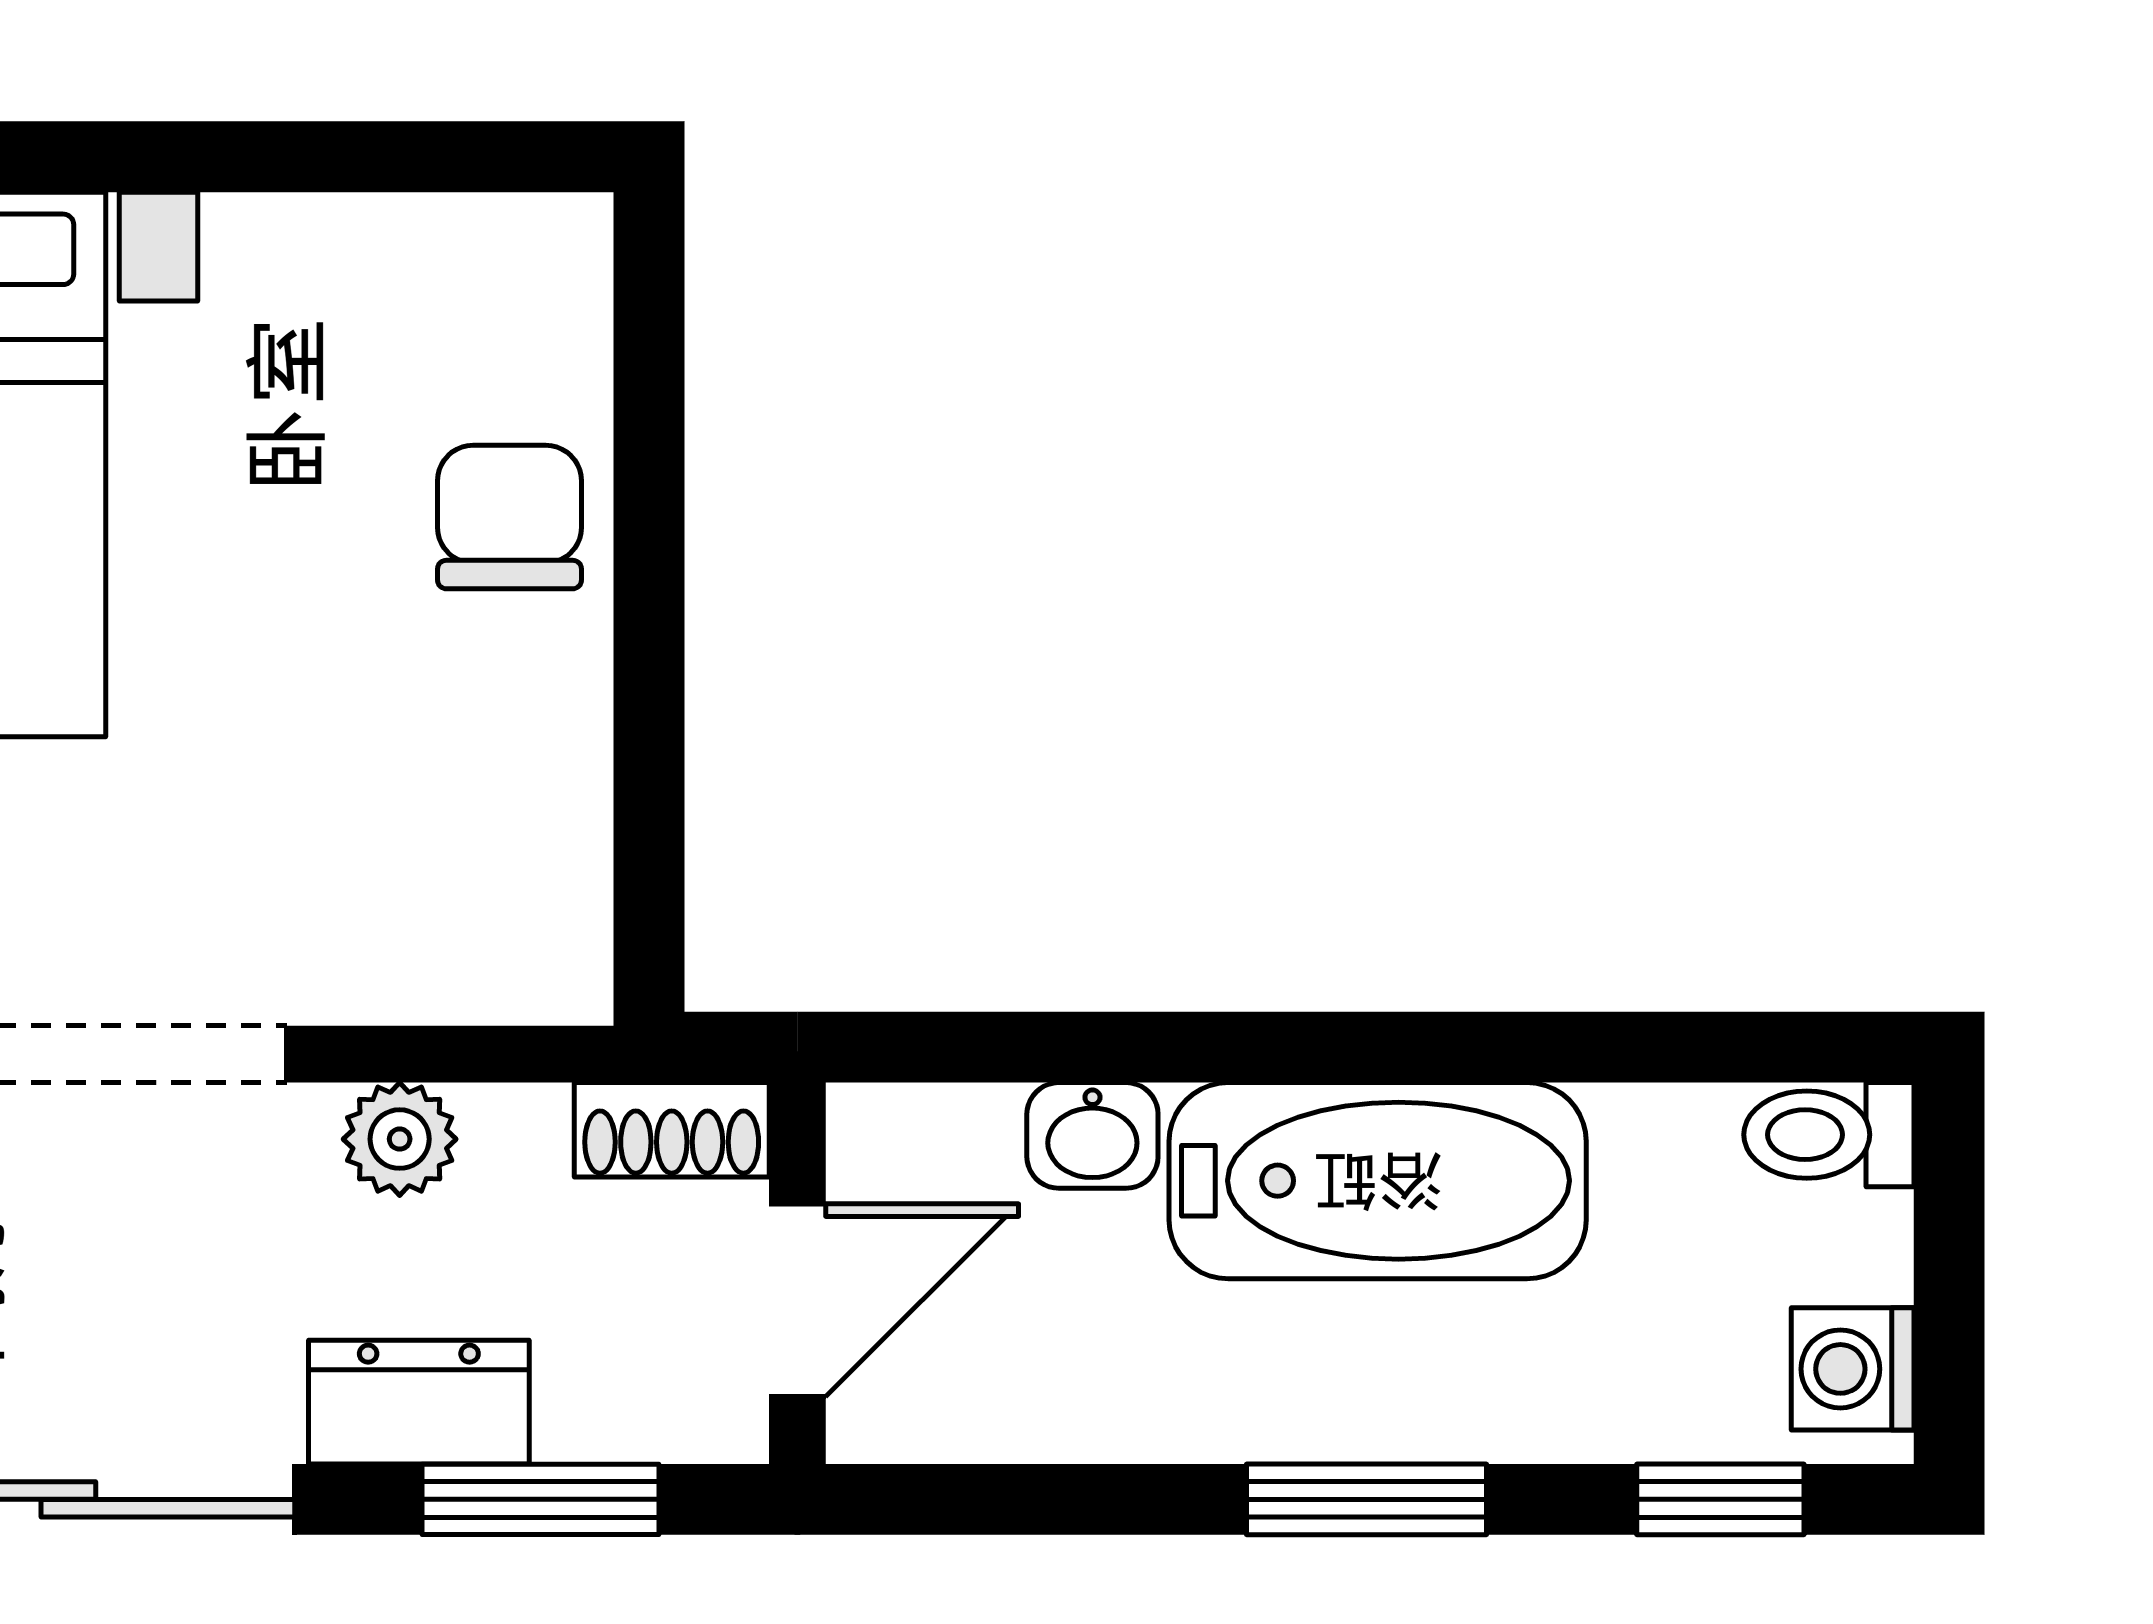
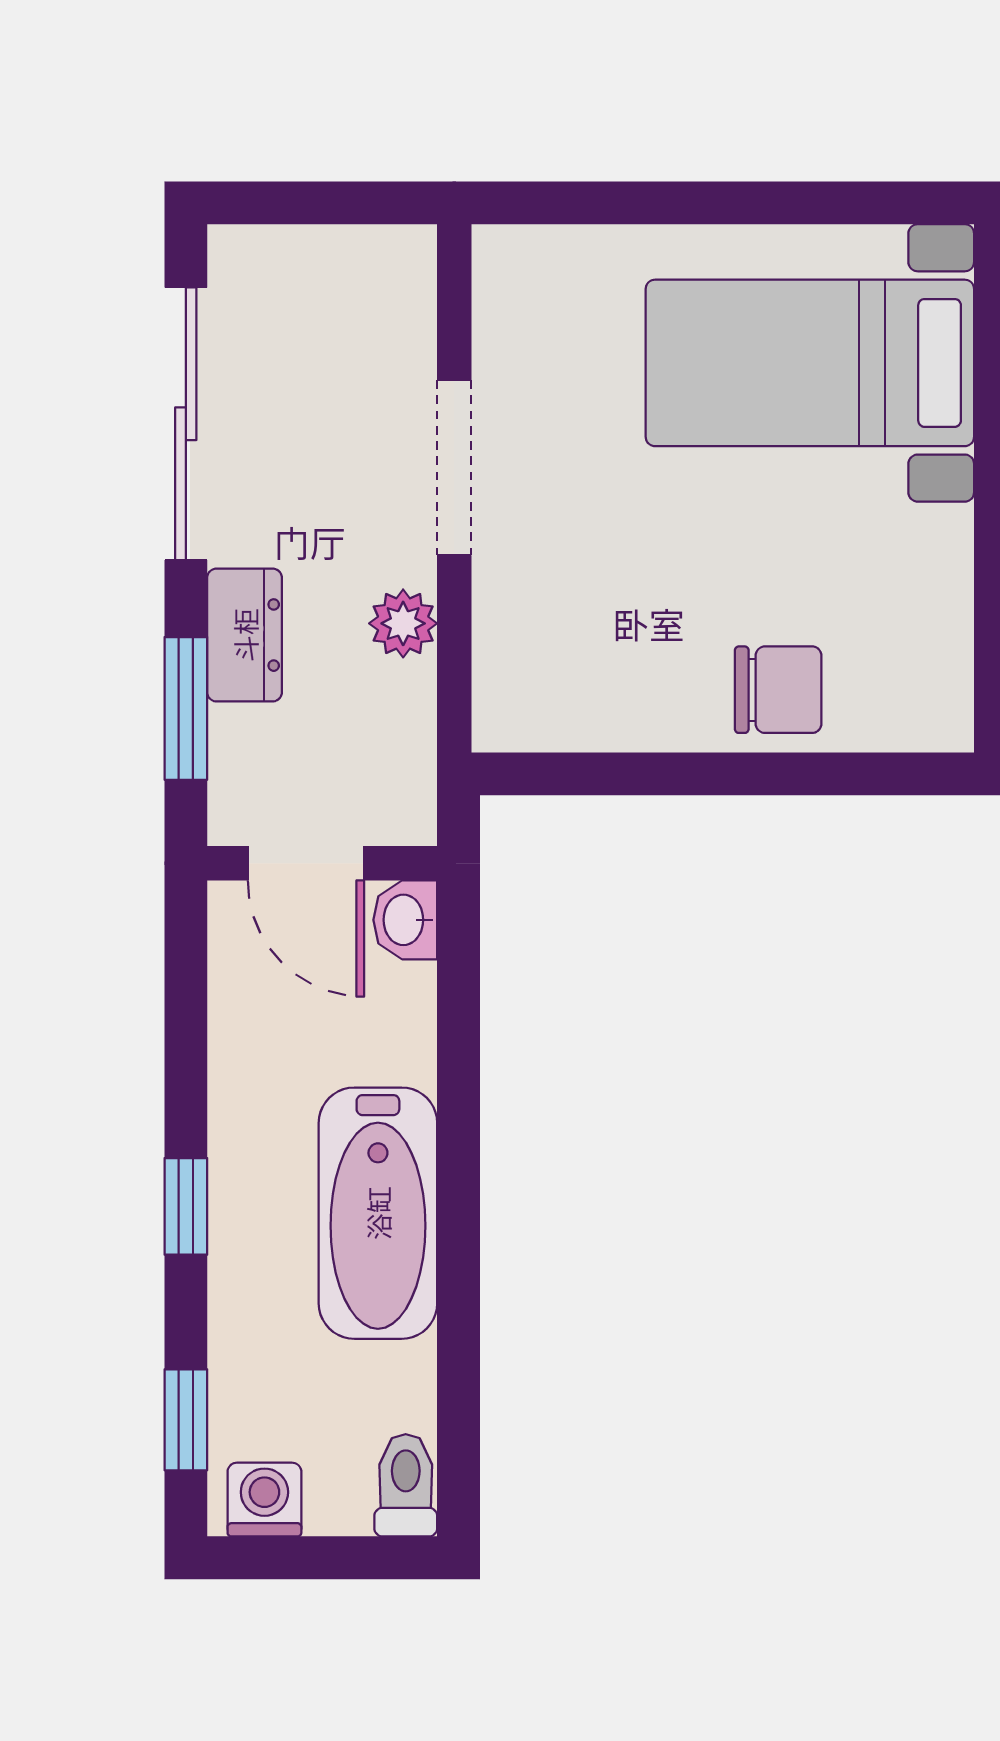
shoe rack: (672, 1130) -> (409, 787), removed
washbasin: (1092, 1135) -> (405, 920), moved
window: (1366, 1499) -> (186, 1206), width x0.67

